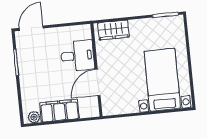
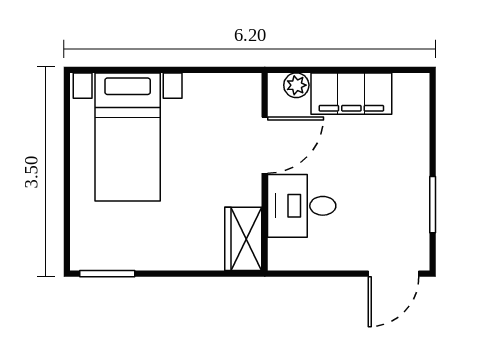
wardrobe: (113, 30) -> (243, 239), moved, turned -90
plant: (34, 117) -> (296, 85), moved

